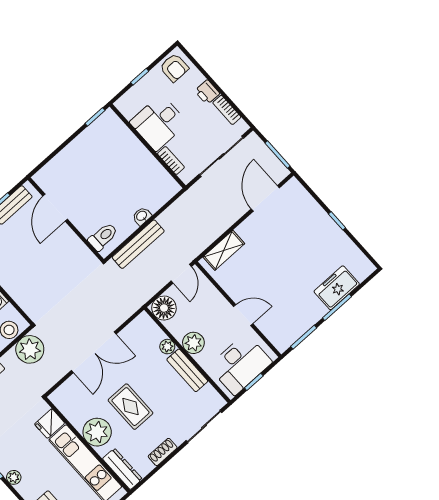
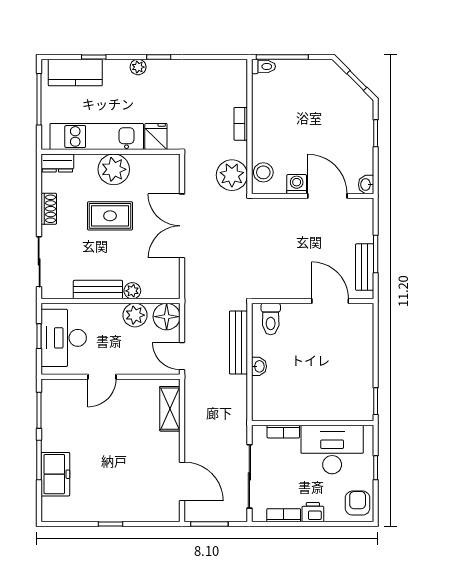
armchair: (174, 68) -> (358, 503), turned 90
desk: (159, 123) -> (332, 450), width x1.37
plant: (193, 343) -> (135, 315), moved
dresser: (122, 469) -> (57, 163), width x0.70

